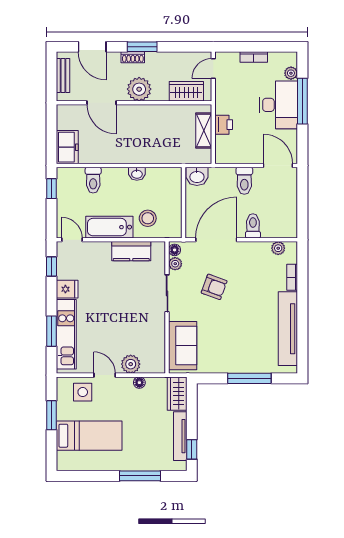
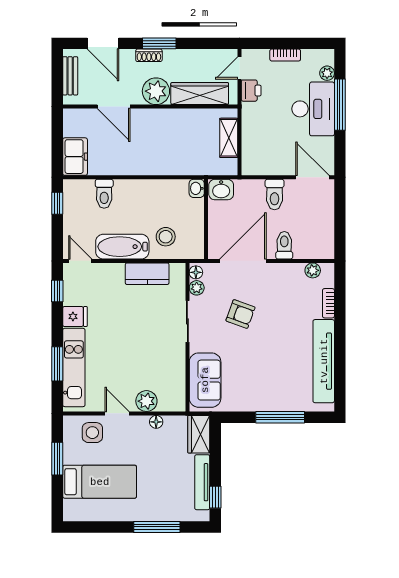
wardrobe: (186, 91) -> (200, 94), width x1.50
printer: (224, 125) -> (251, 91), moved
washbasin: (137, 174) -> (197, 188), moved, turned 90

